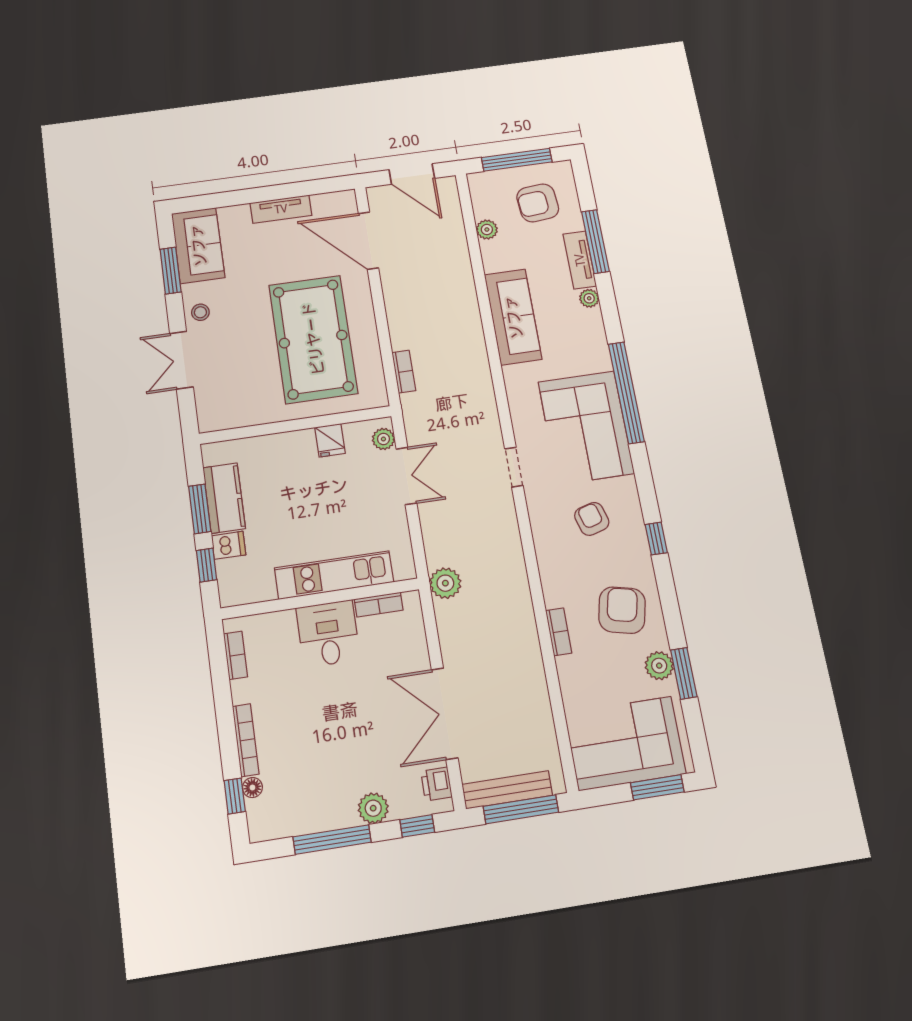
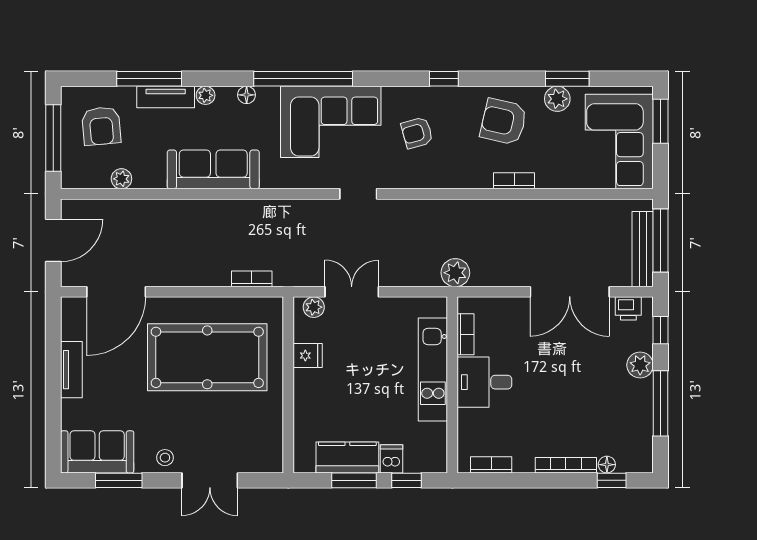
floor lamp: (598, 338) -> (247, 95), added

